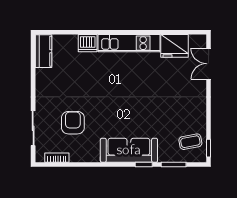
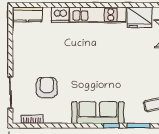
kitchen counter: (44, 51) -> (27, 14), moved, turned 90

